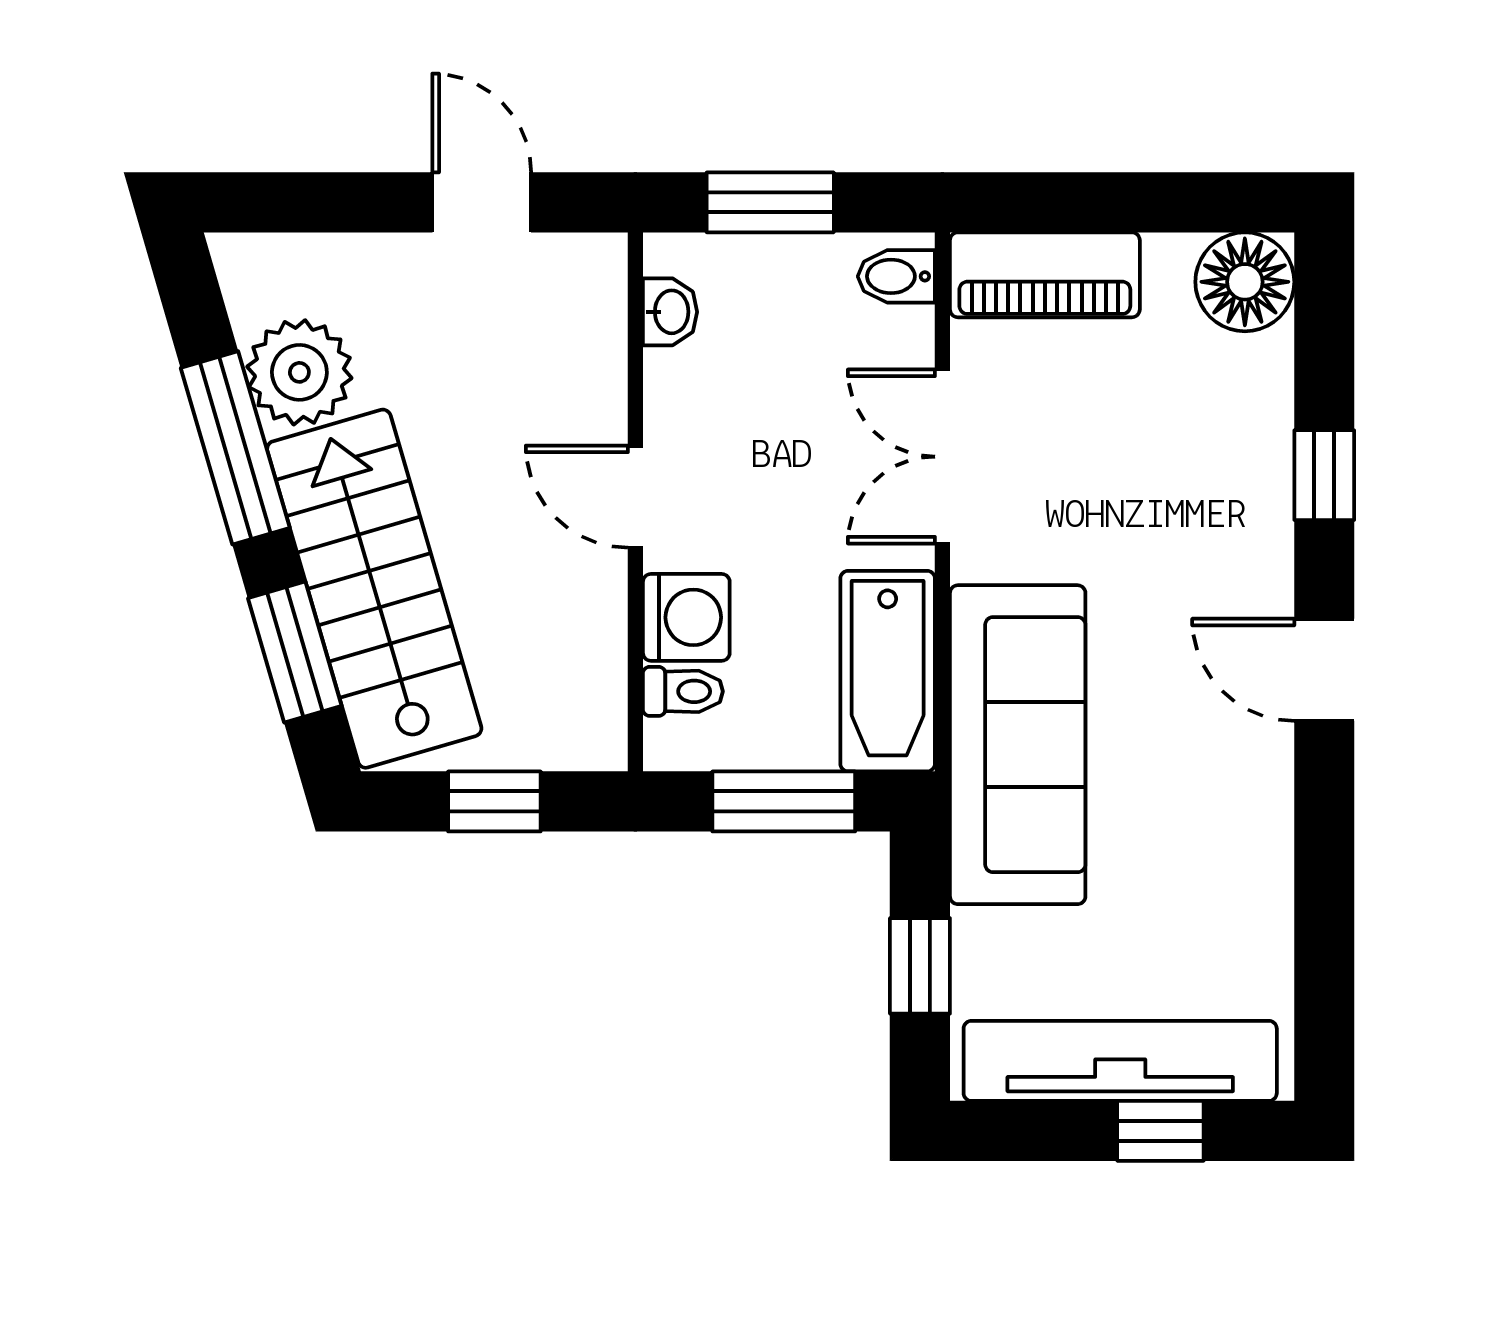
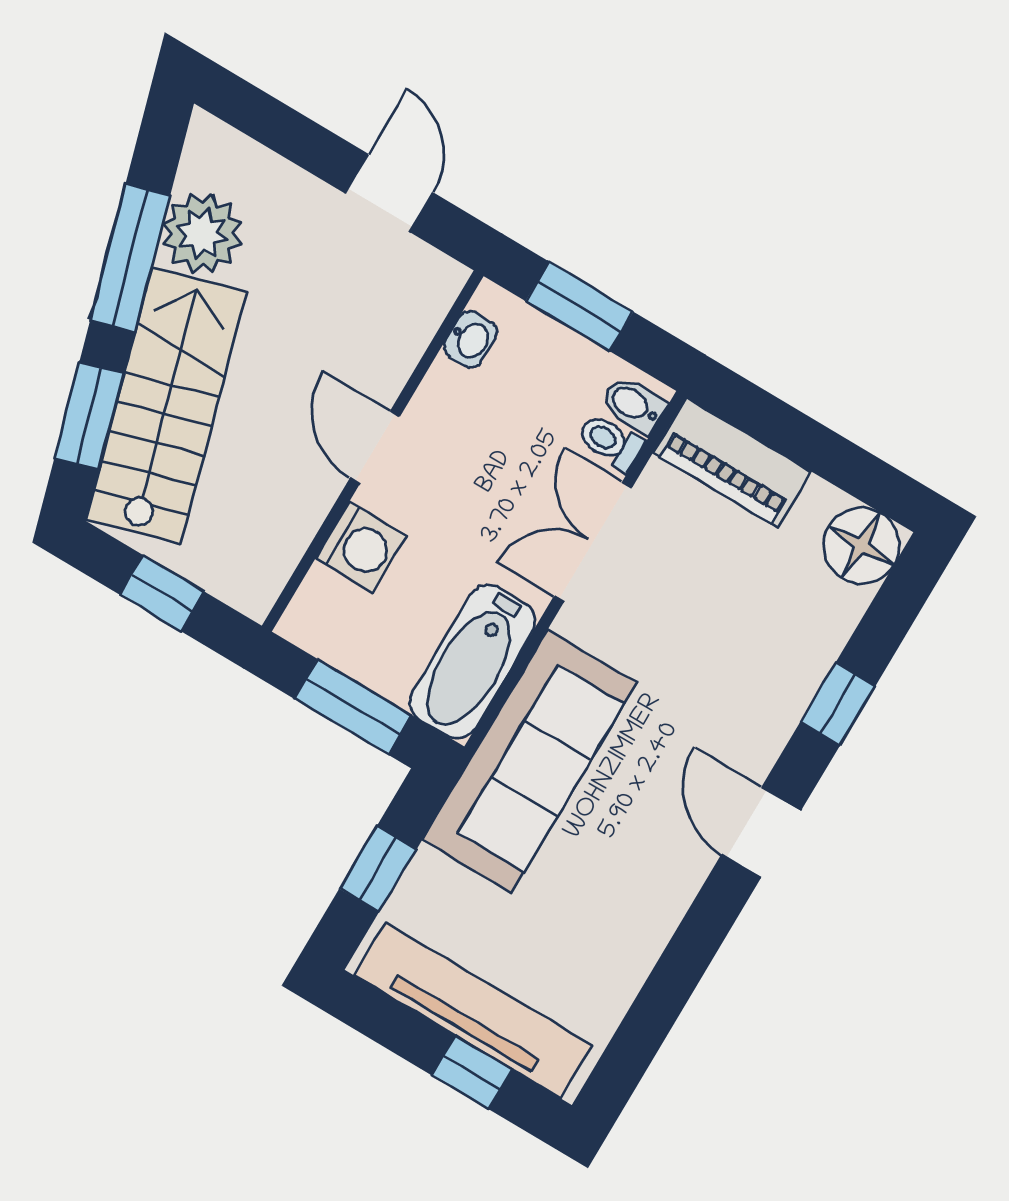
toilet: (683, 691) -> (610, 442), moved, turned 180

